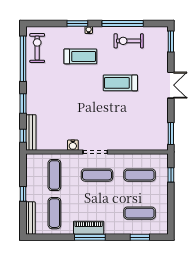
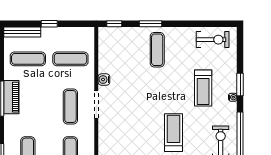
window: (23, 59) -> (201, 24), removed
exercise mat: (46, 98) -> (157, 50), added
bench: (31, 132) -> (118, 33), removed

